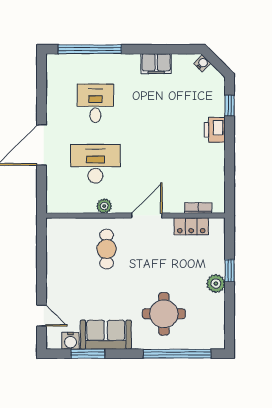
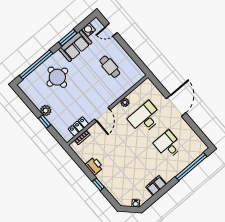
desk: (95, 103) -> (168, 145), turned 180
window: (230, 106) -> (98, 184), moved
printer: (215, 130) -> (94, 166), moved
desk: (95, 164) -> (145, 118), turned 180
cafe table: (107, 249) -> (110, 67), moved
window: (88, 354) -> (68, 38), moved

